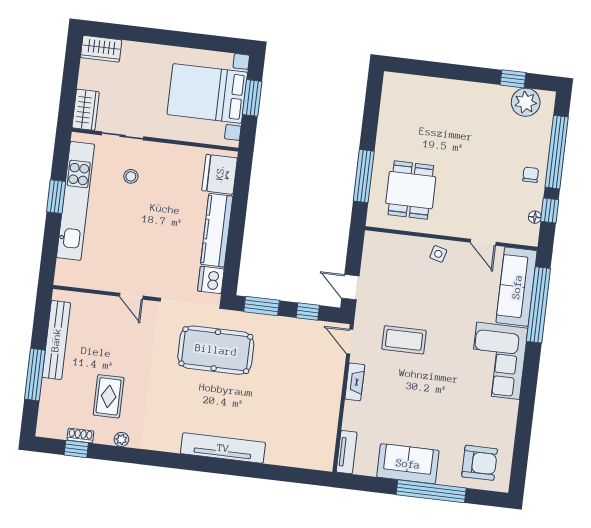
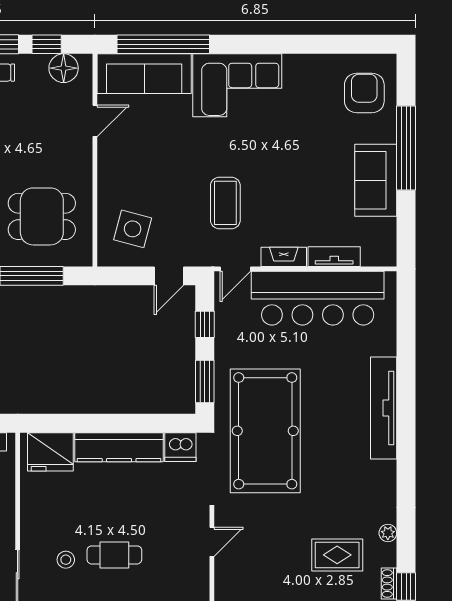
cafe table: (130, 216) -> (114, 555), added
floor lamp: (535, 217) -> (64, 68), width x1.89, depth x1.89
side table: (438, 254) -> (133, 229), moved, width x1.87, depth x1.87
pool table: (216, 350) -> (265, 431), width x1.36, depth x1.32
bar counter: (318, 405) -> (318, 298), added
tv unit: (347, 452) -> (334, 257), moved

